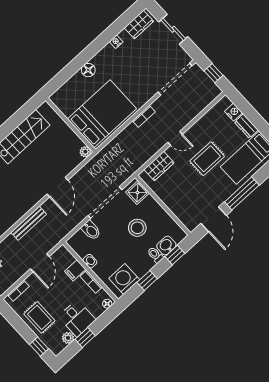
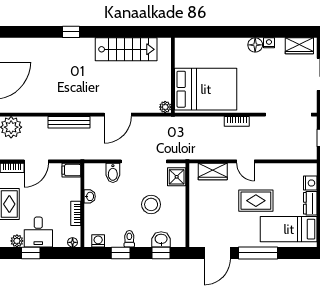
floor lamp: (88, 70) -> (255, 45), moved
toilet: (155, 255) -> (129, 239), moved
door: (40, 263) -> (36, 161), moved
filing cabinet: (75, 270) -> (71, 170), moved
washing machine: (124, 279) -> (98, 241), width x0.53, depth x0.53

